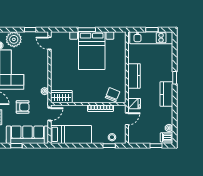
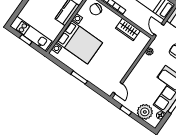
bed with nightstands: (92, 51) -> (79, 42), moved, turned 90
wardrobe: (61, 97) -> (128, 30), moved
door: (50, 114) -> (159, 30), hinge flipped

